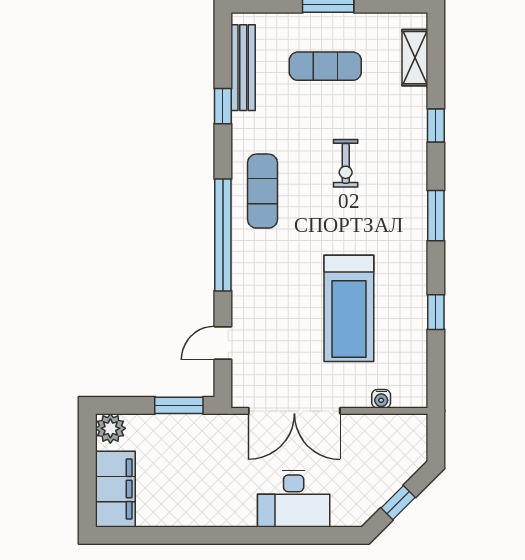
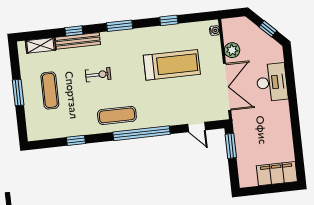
bench: (243, 68) -> (78, 41), moved
water cooler: (381, 399) -> (215, 31), moved
plant: (110, 428) -> (232, 50), moved

